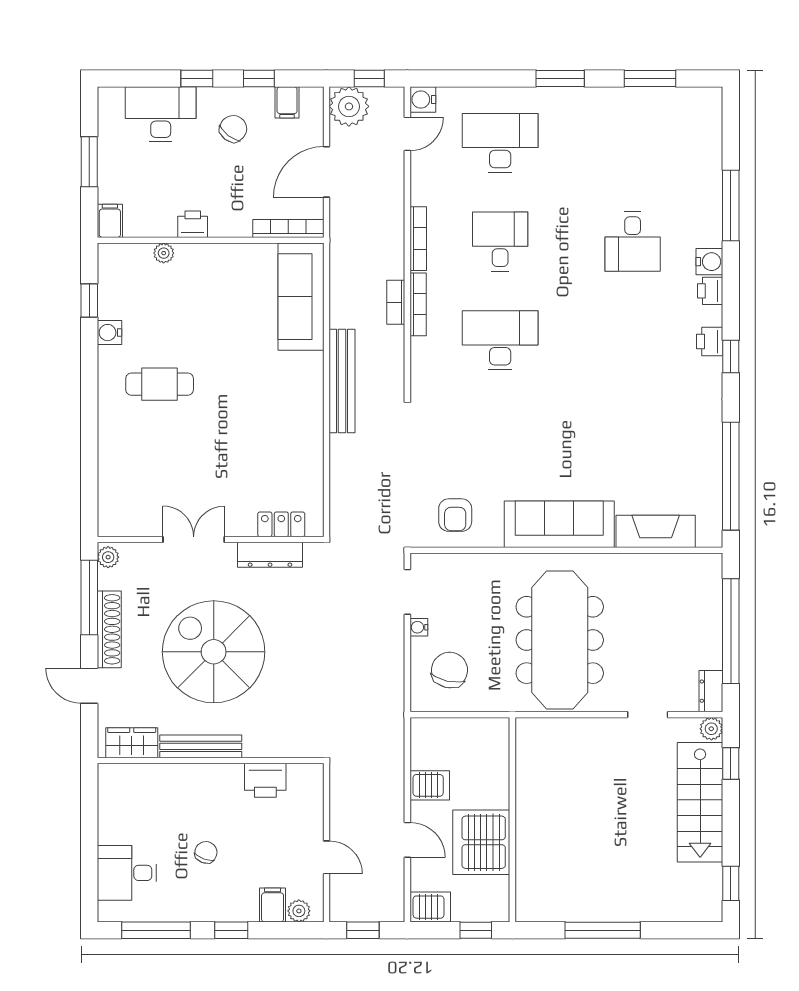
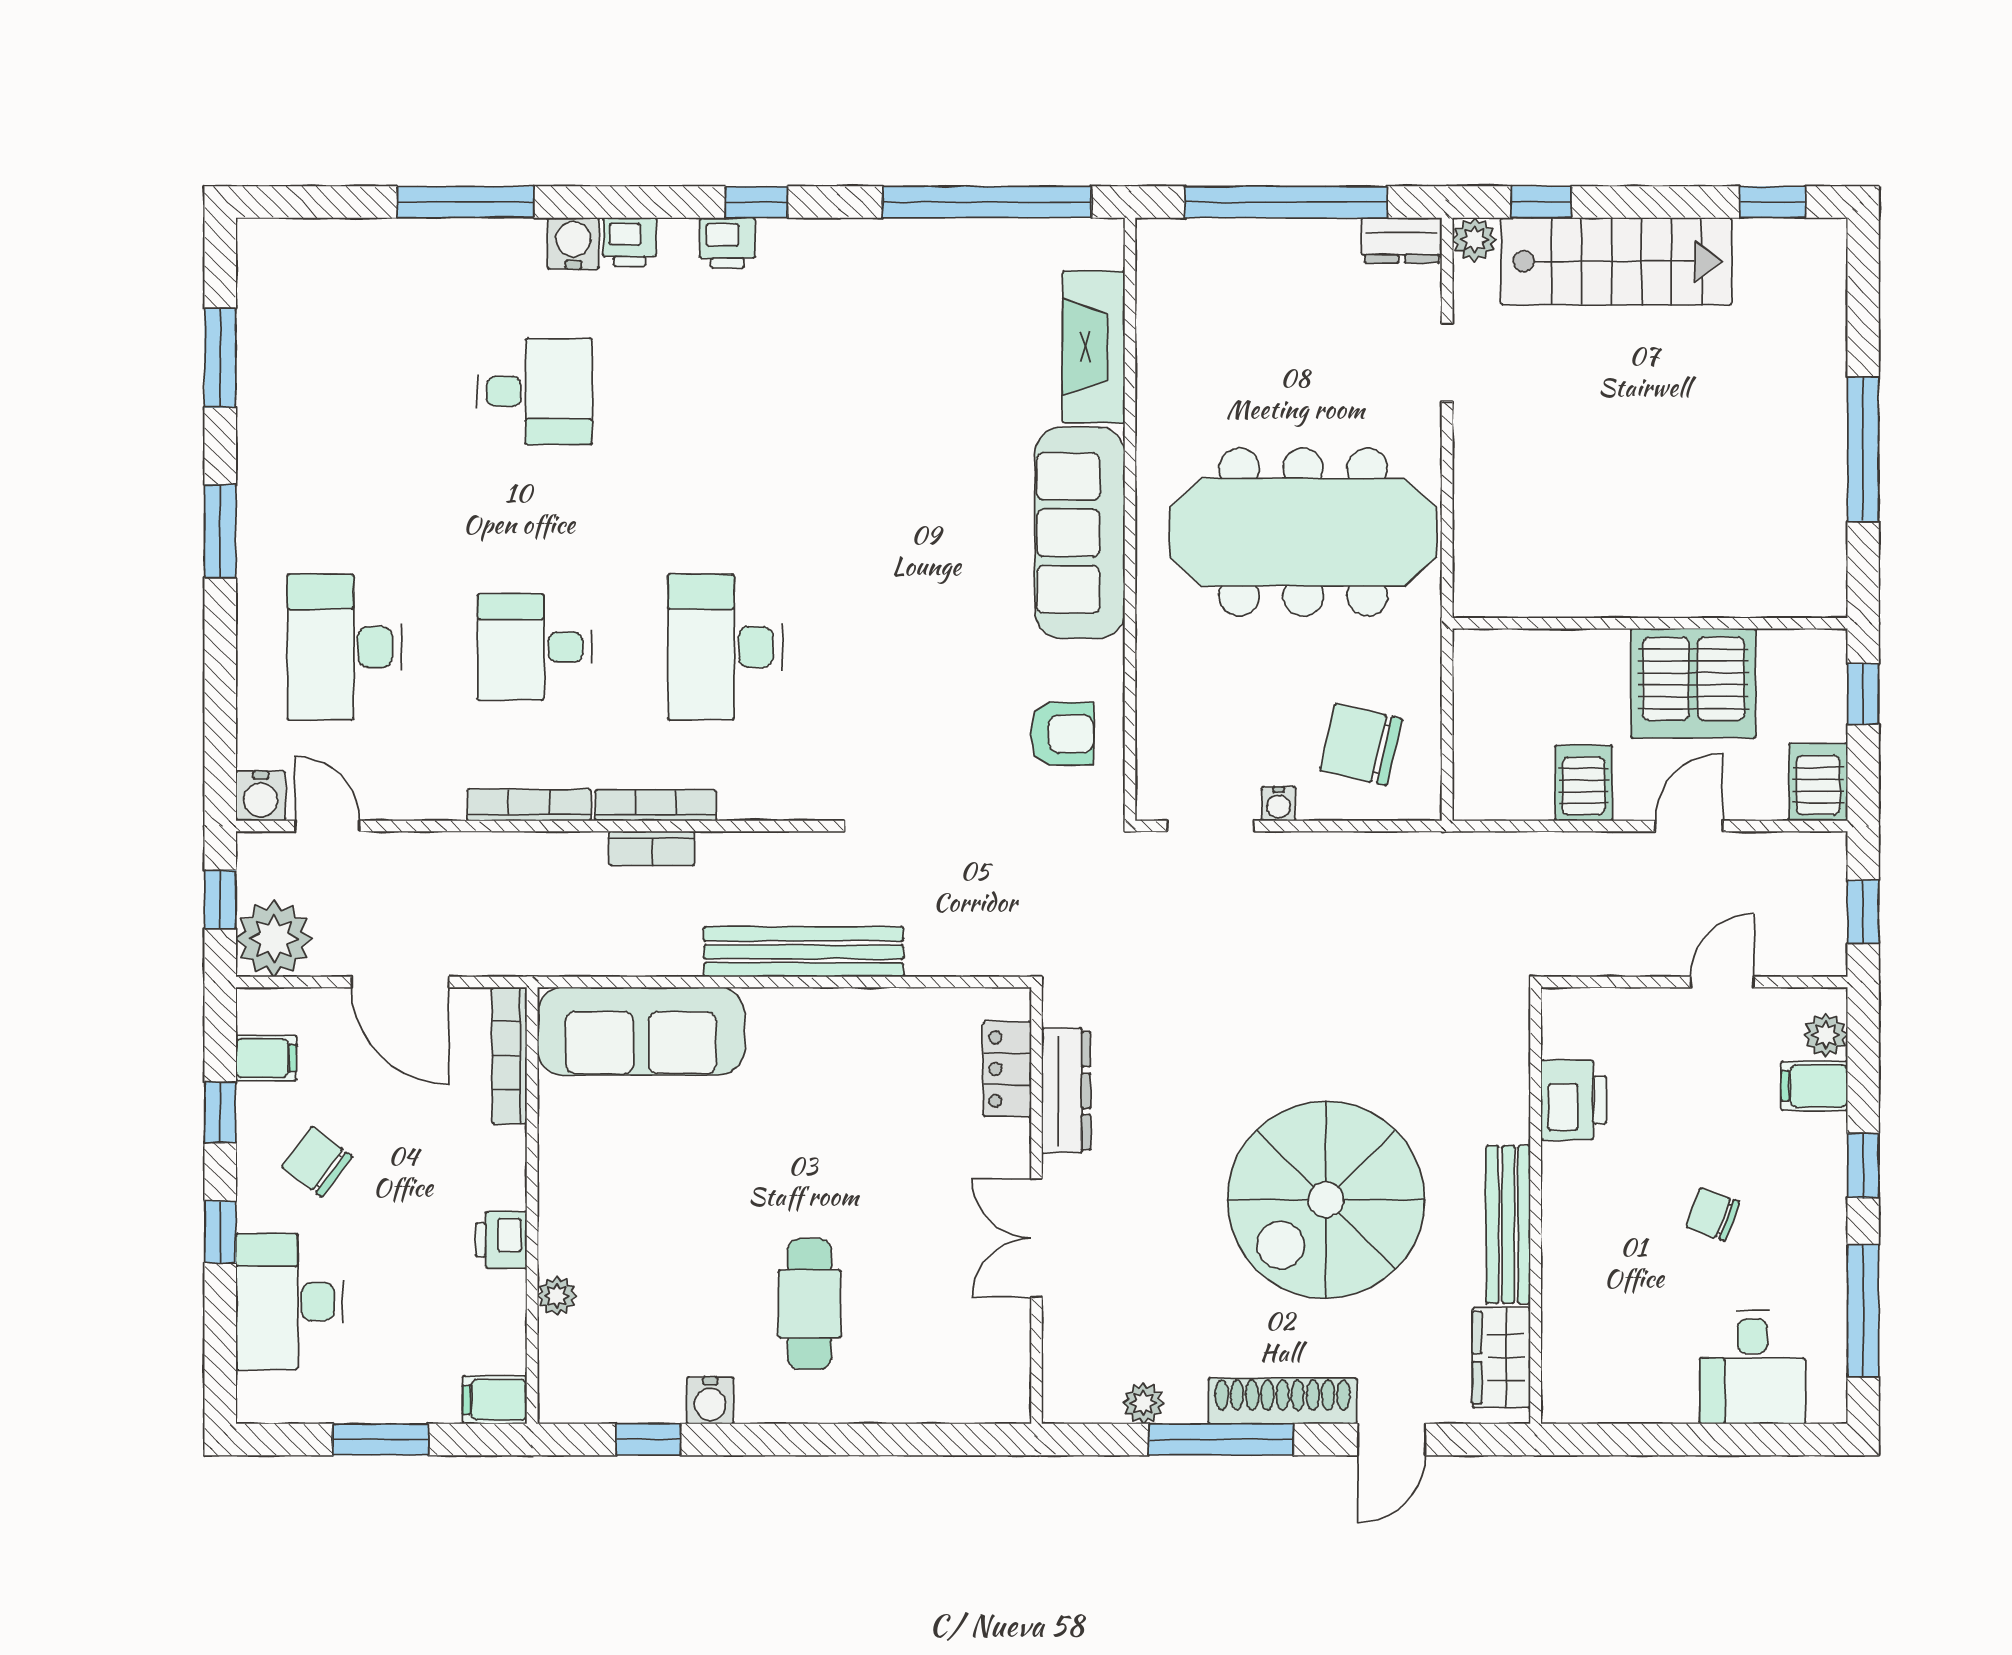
locker: (281, 524) -> (1007, 1069), moved
double door: (194, 539) -> (1036, 1238), moved
wall: (211, 539) -> (1036, 1206), moved
dresser: (270, 555) -> (1066, 1091), moved

